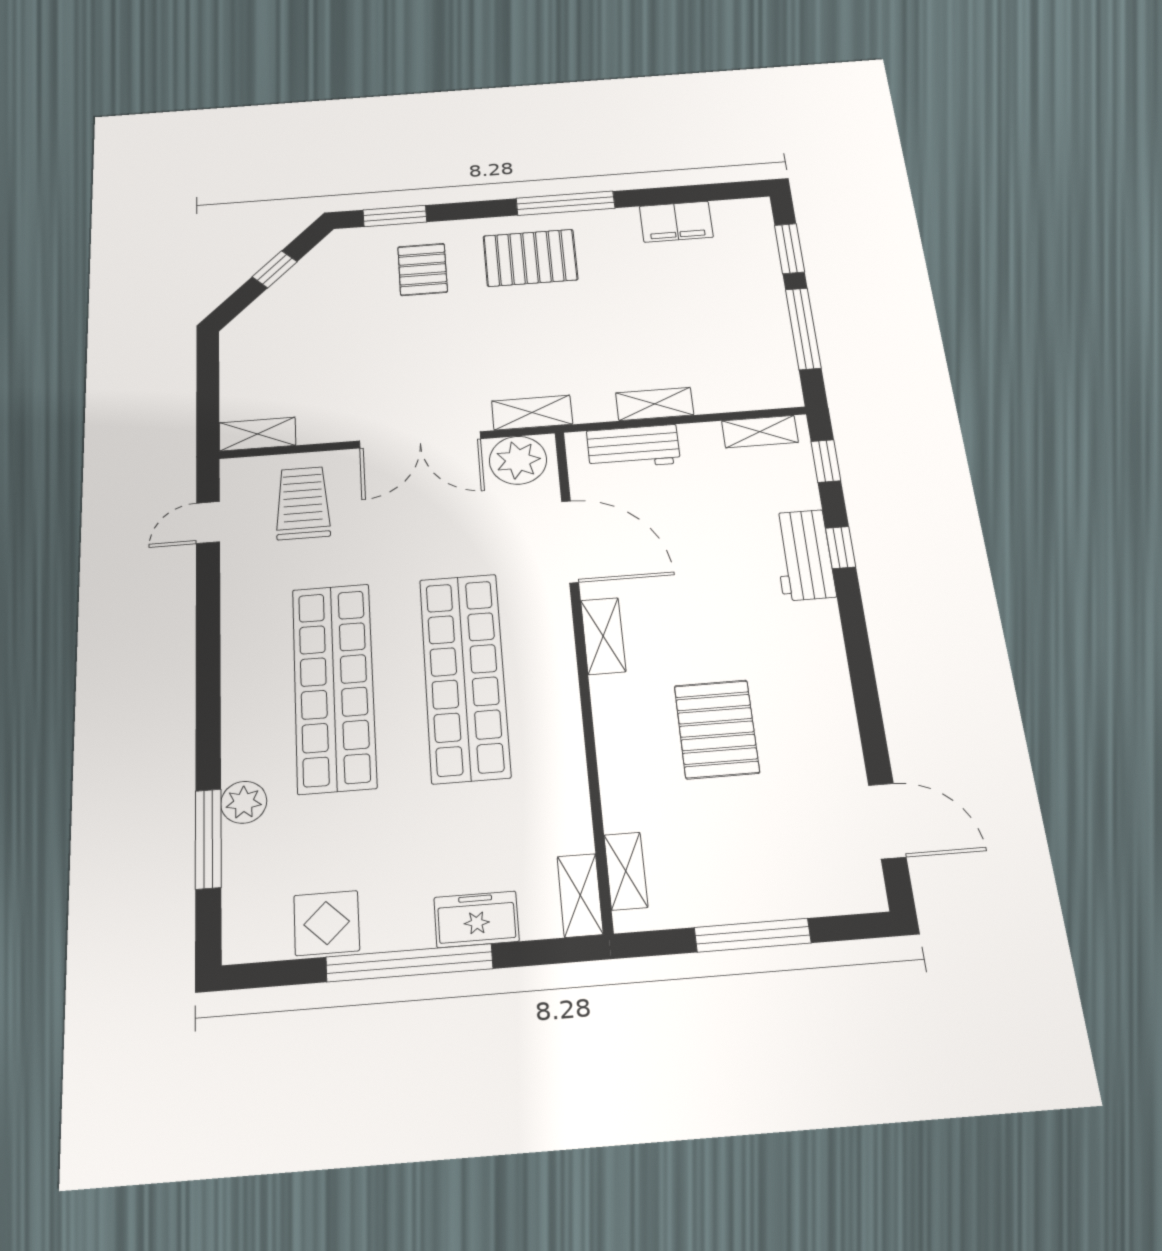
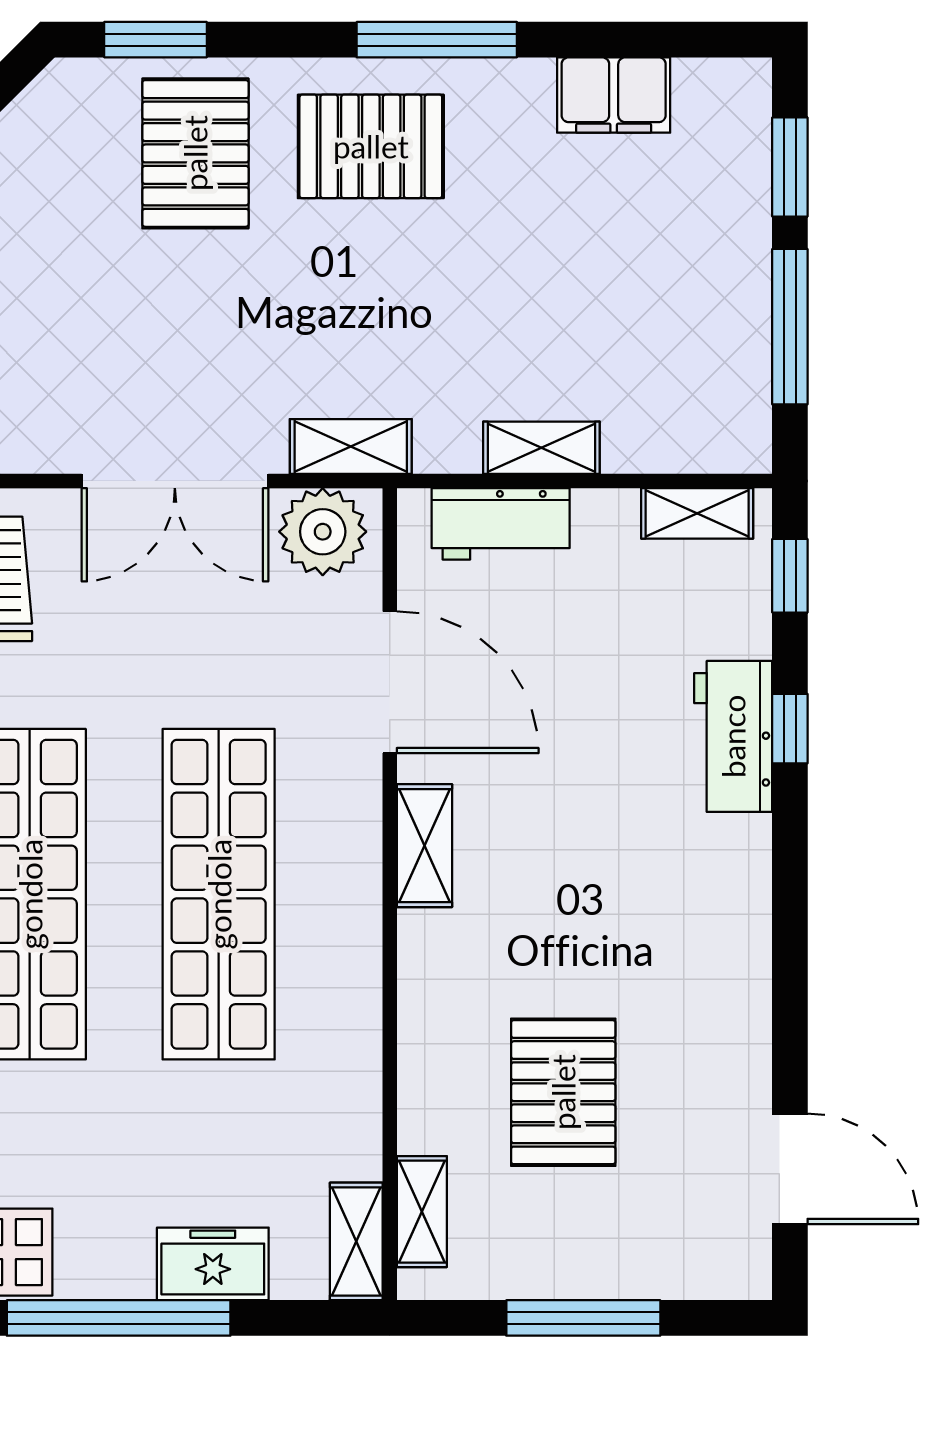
pallet: (423, 269) -> (195, 153), width x1.50, depth x1.42
pallet: (717, 729) -> (563, 1092), moved

